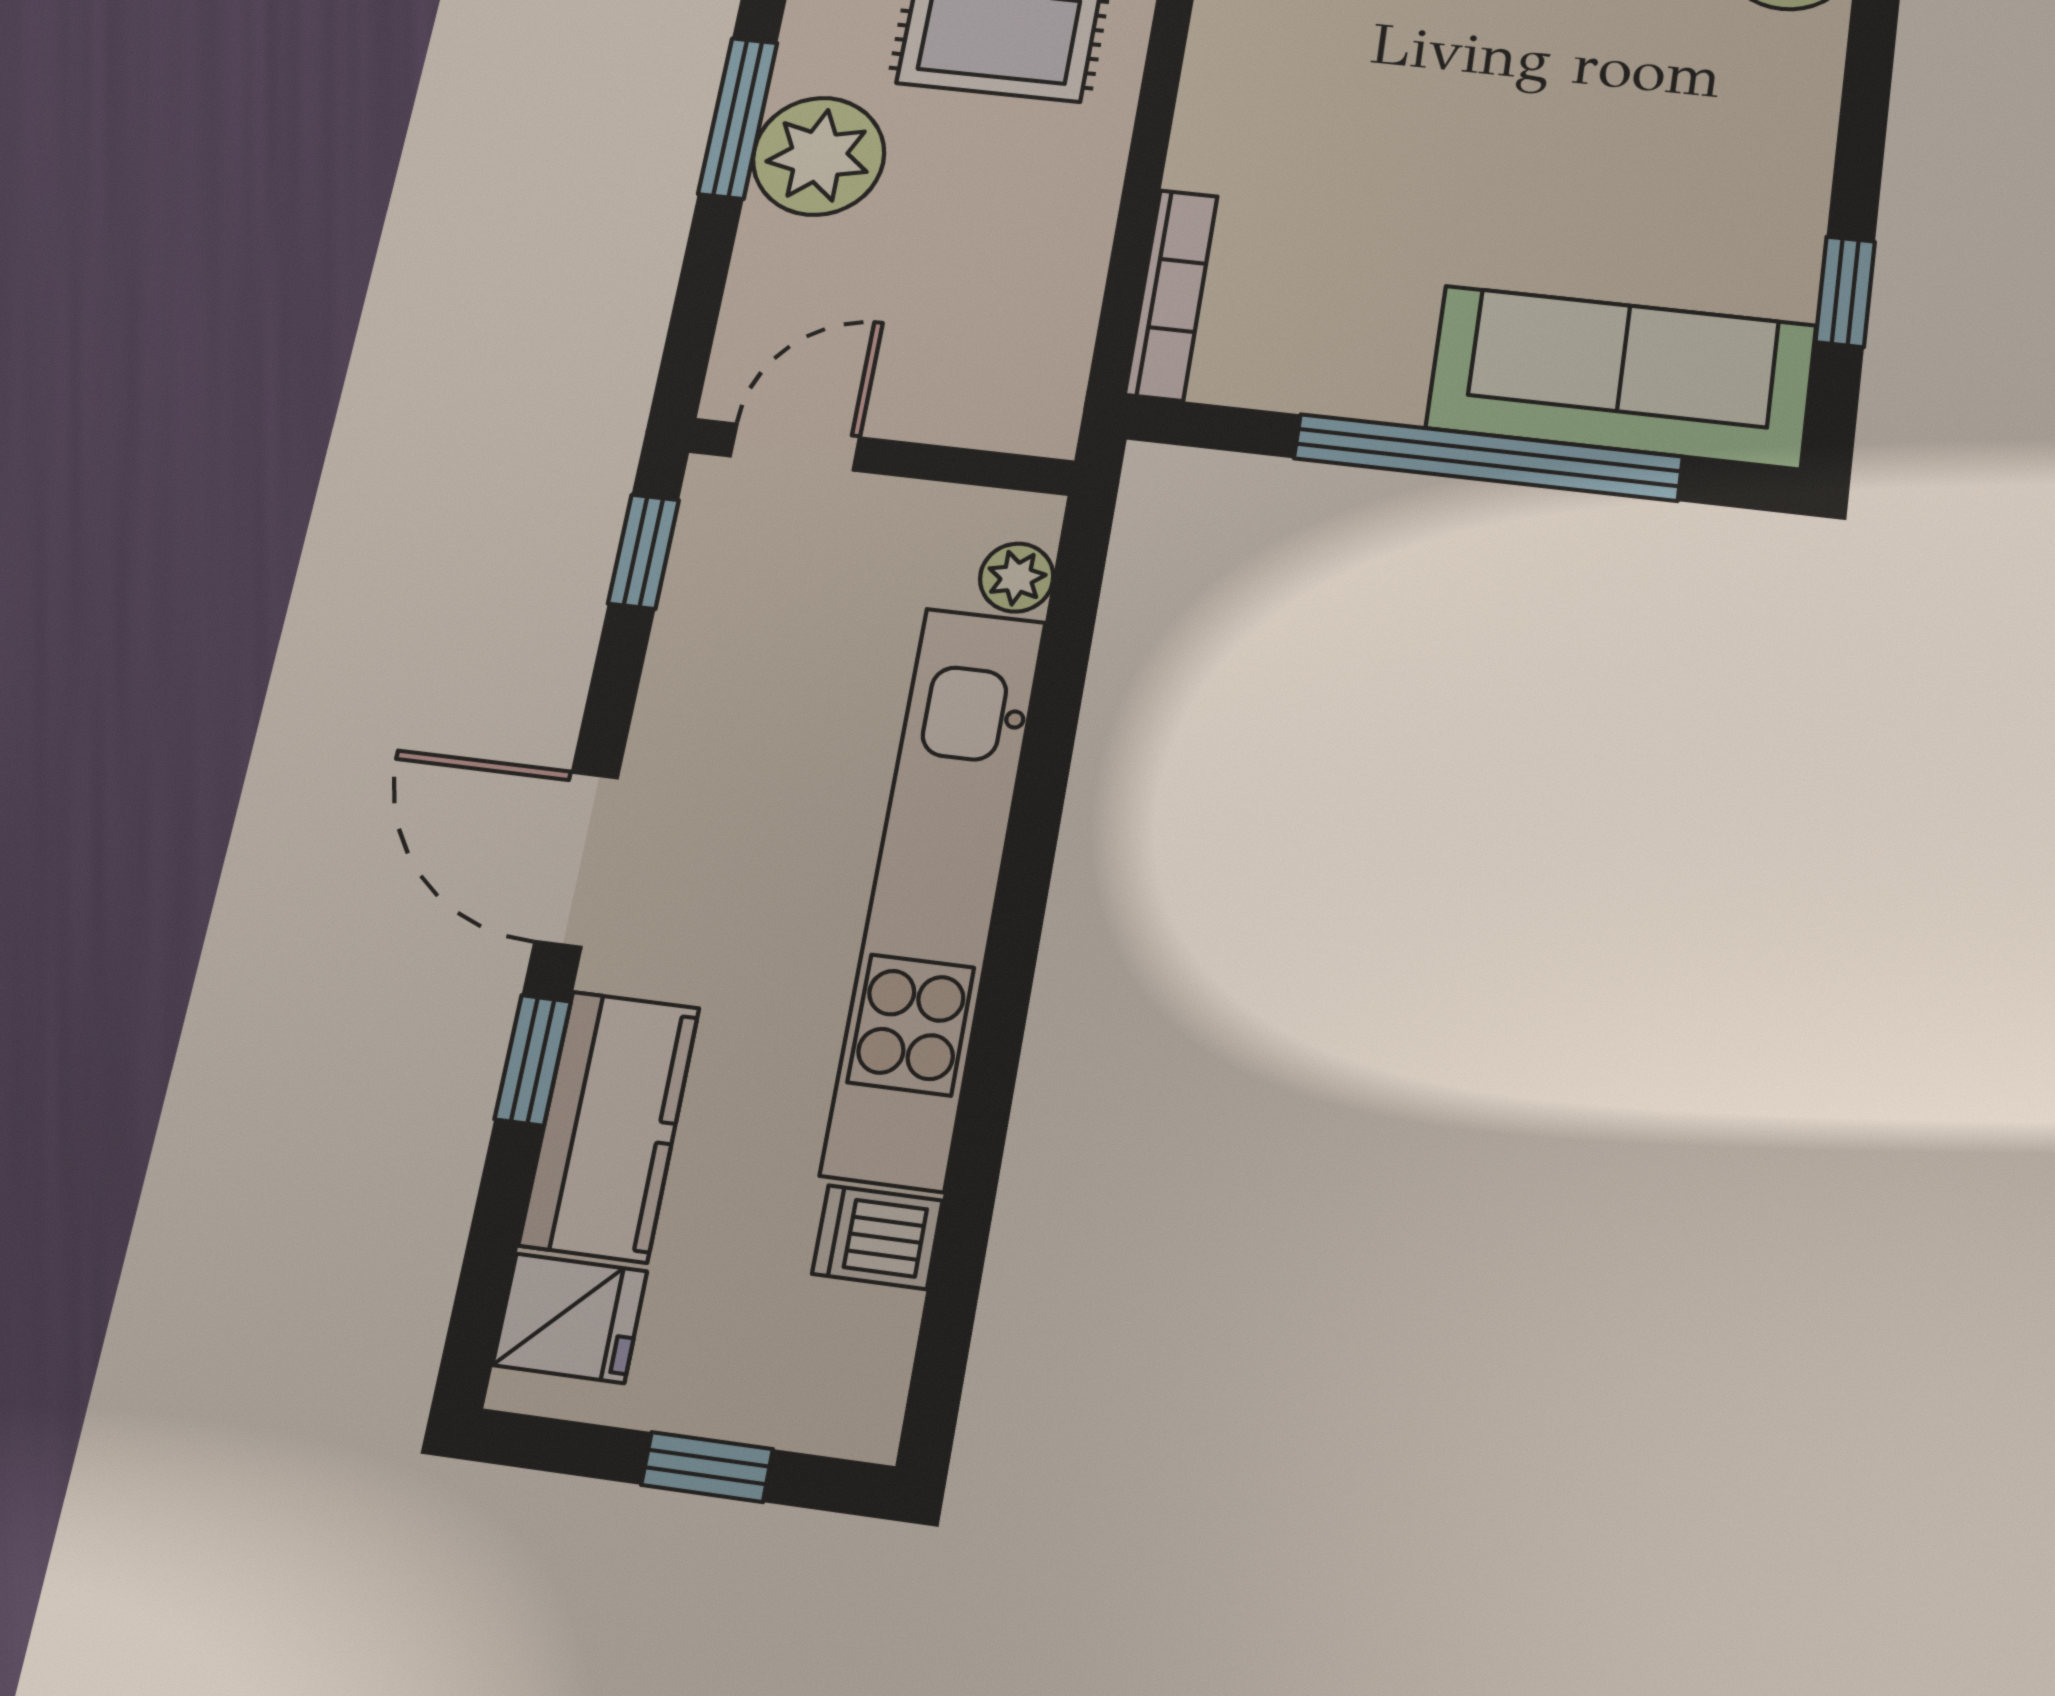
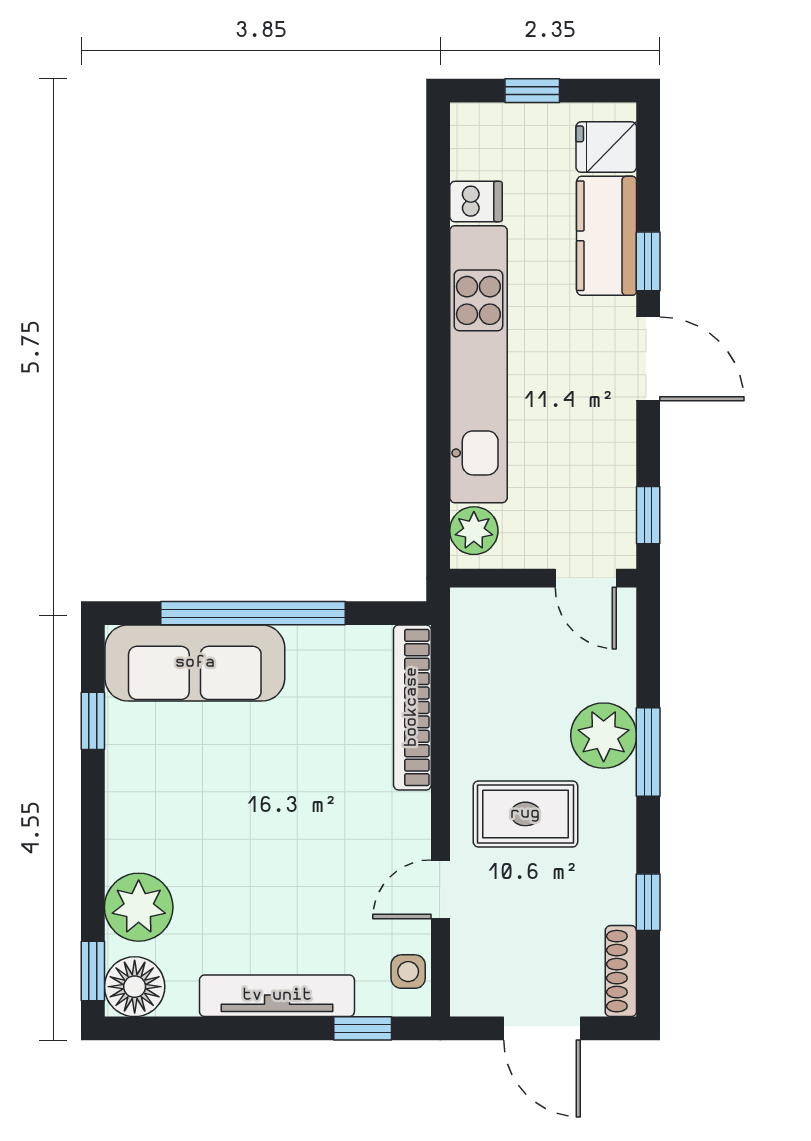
bookcase: (1172, 295) -> (412, 707), width x1.48, depth x1.31
door: (795, 447) -> (586, 578), hinge flipped
plant: (1017, 578) -> (474, 531), width x1.38, depth x1.38

